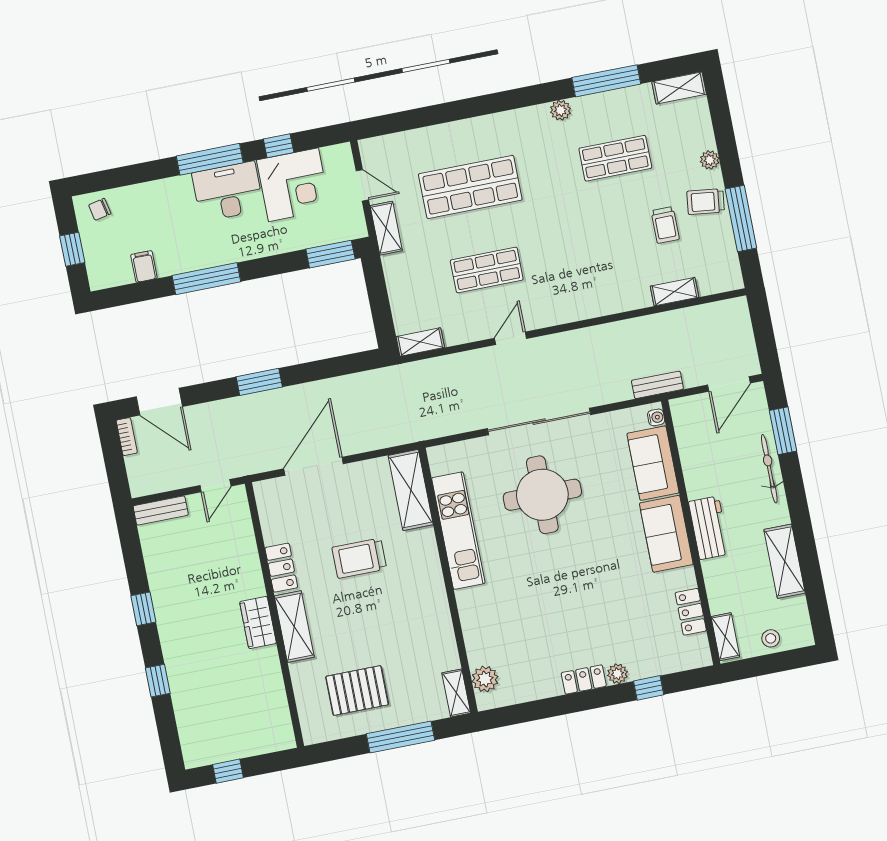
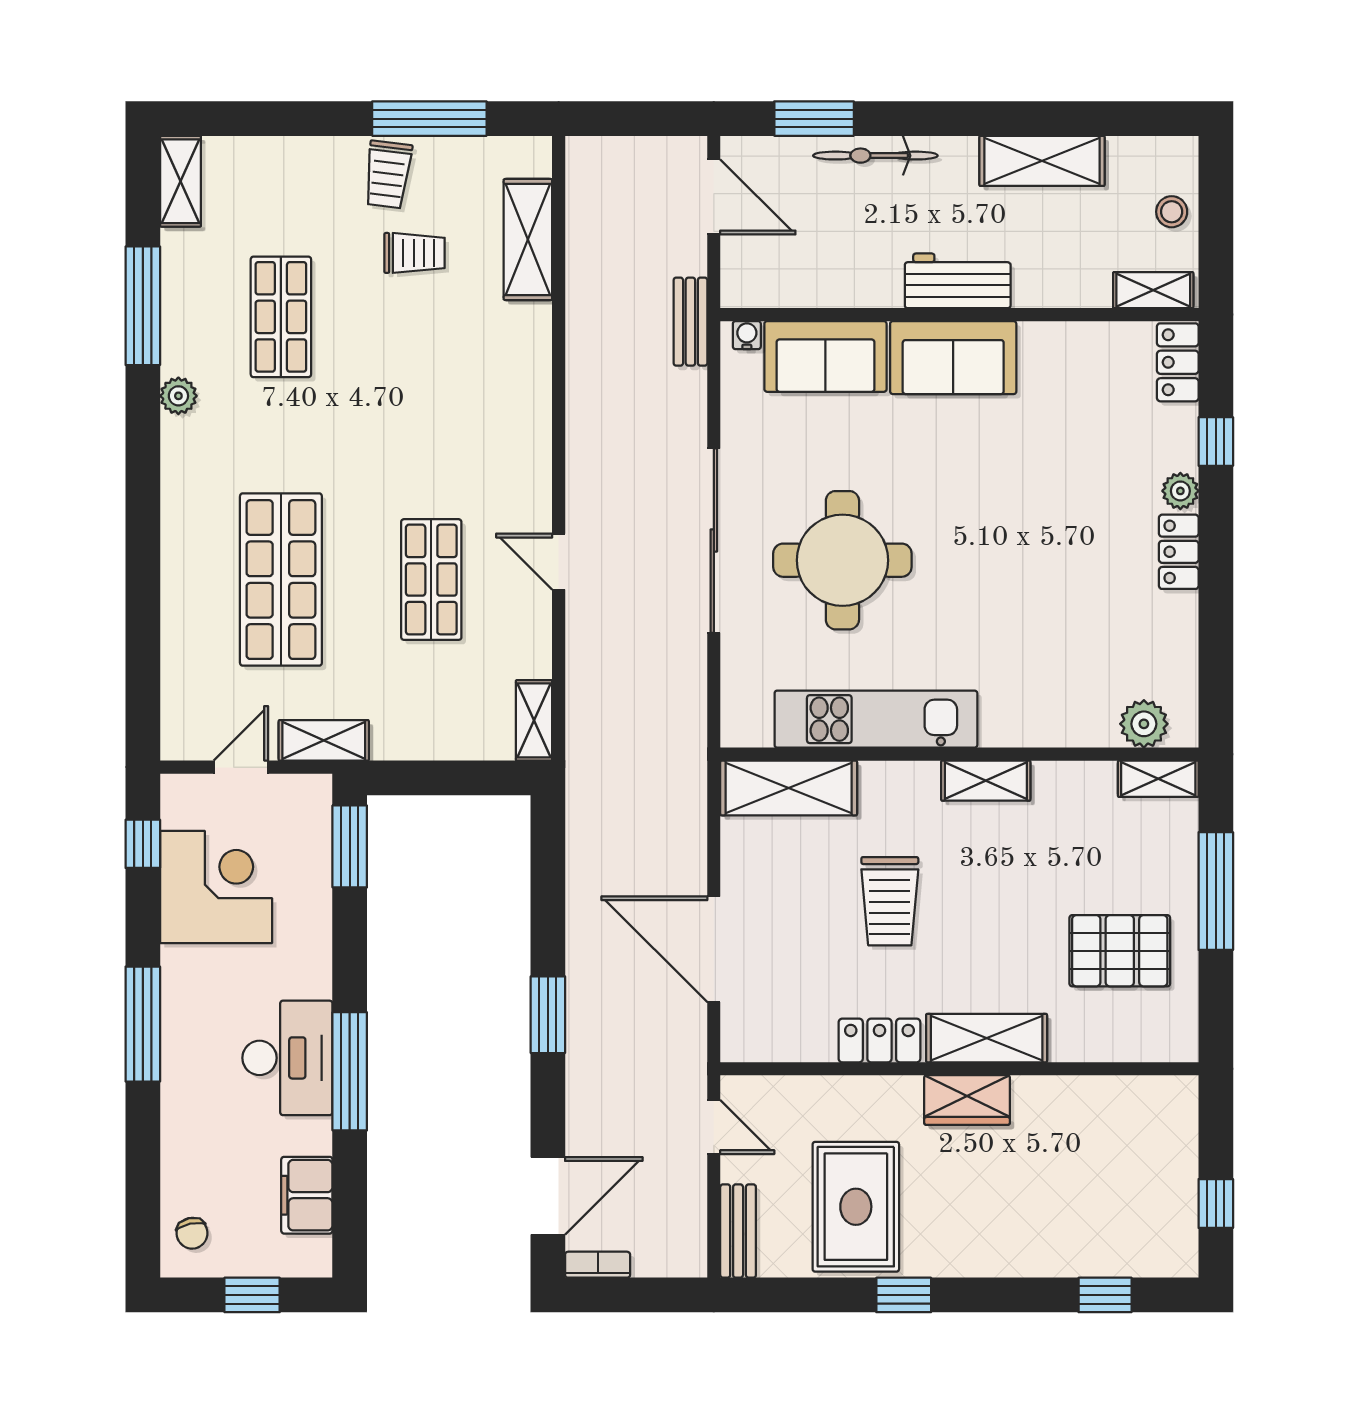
window: (279, 146) -> (143, 844), moved
plant: (710, 160) -> (316, 153), removed
desk: (228, 191) -> (287, 1058), moved, turned 180
filing cabinet: (144, 266) -> (307, 1195), width x2.00
shelving: (674, 292) -> (528, 240), width x1.50, depth x1.33
rug: (187, 573) -> (856, 1207), added
shelving: (436, 598) -> (986, 781), added
locker: (691, 612) -> (1178, 362), moved, turned 90
window: (158, 681) -> (1105, 1295), moved
pallet: (357, 691) -> (1120, 951), turned 90

